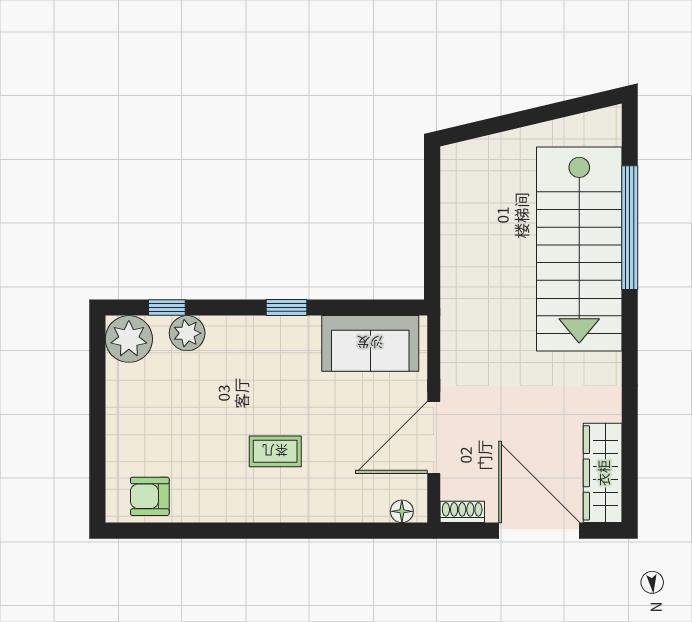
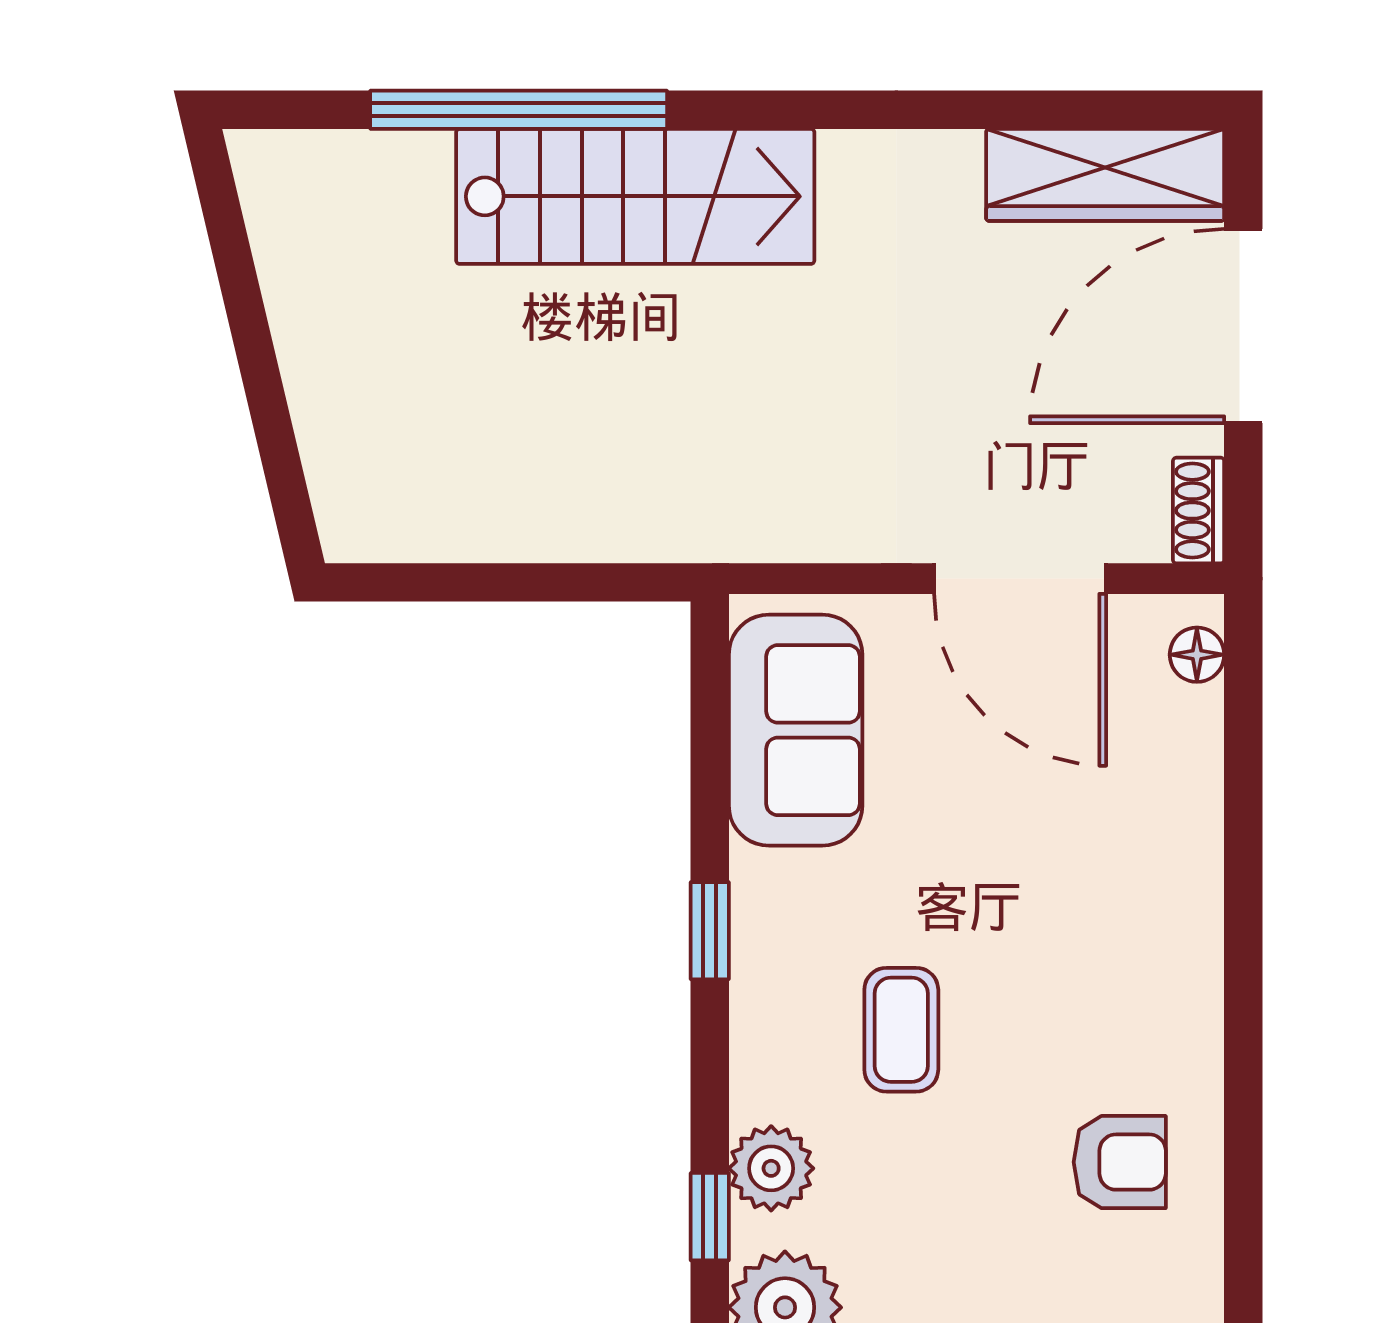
stairs: (579, 249) -> (635, 196), width x0.73, depth x0.66
coffee table: (275, 451) -> (901, 1030), moved
armchair: (150, 496) -> (1120, 1162), moved, turned -90

